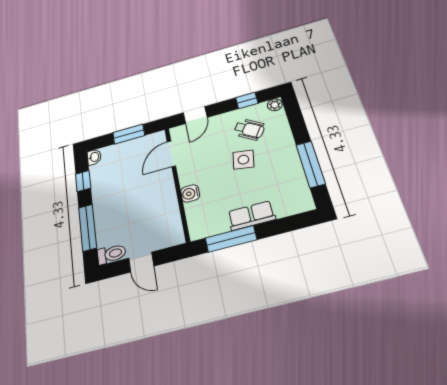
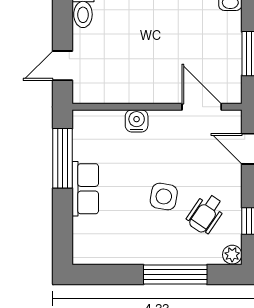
window: (310, 164) -> (175, 275), moved
door: (141, 262) -> (63, 66), moved

